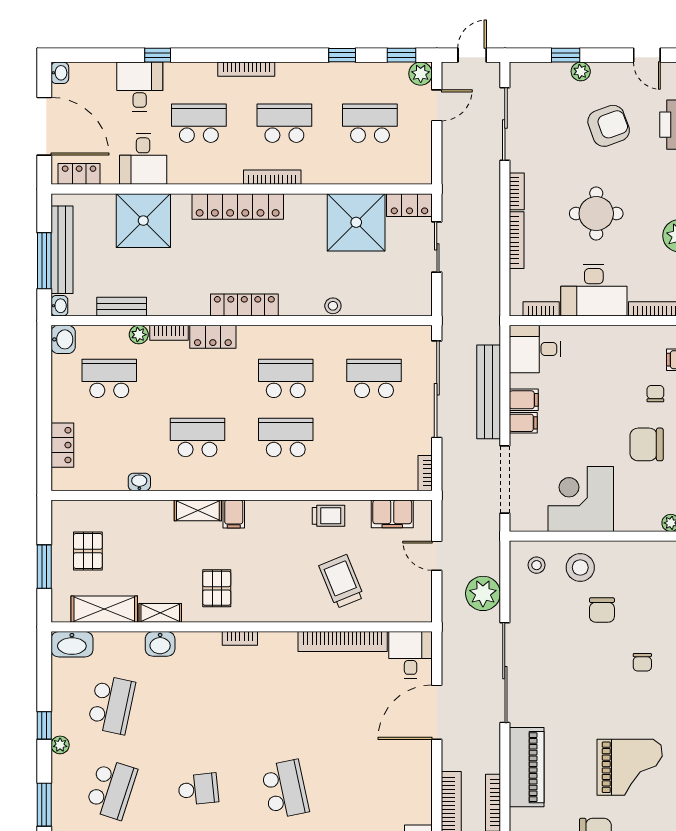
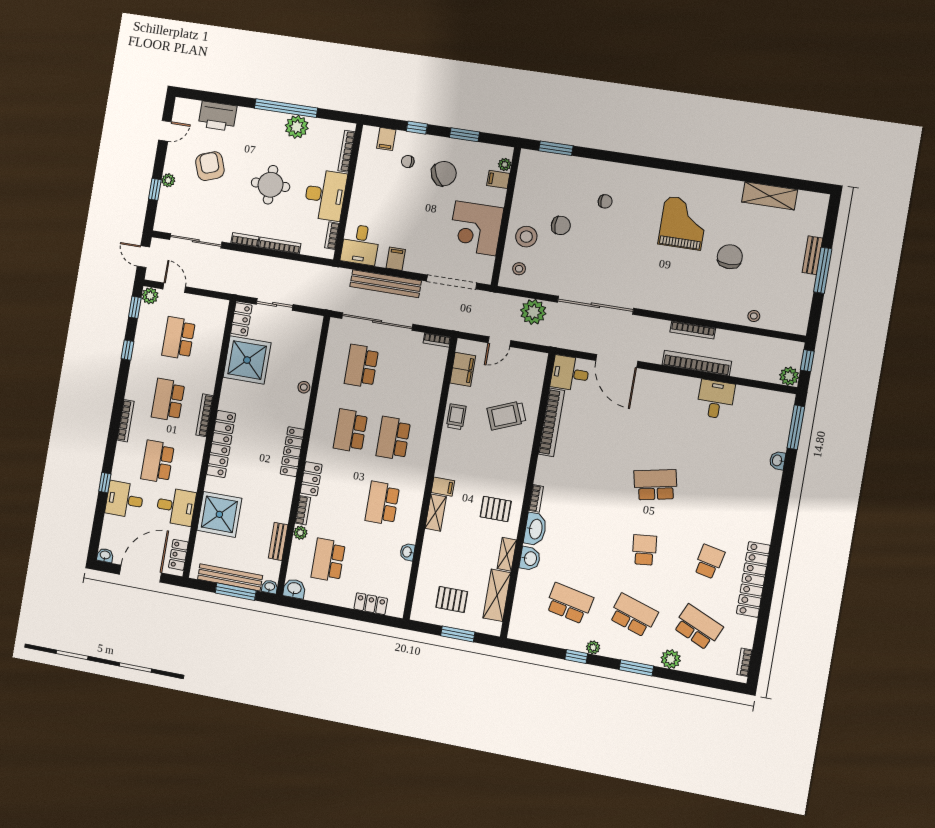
filing cabinet: (523, 423) -> (498, 179), moved, turned -90
chair: (647, 444) -> (444, 174), turned -119
washbasin: (72, 644) -> (535, 529), moved
piano: (527, 767) -> (670, 300), removed

